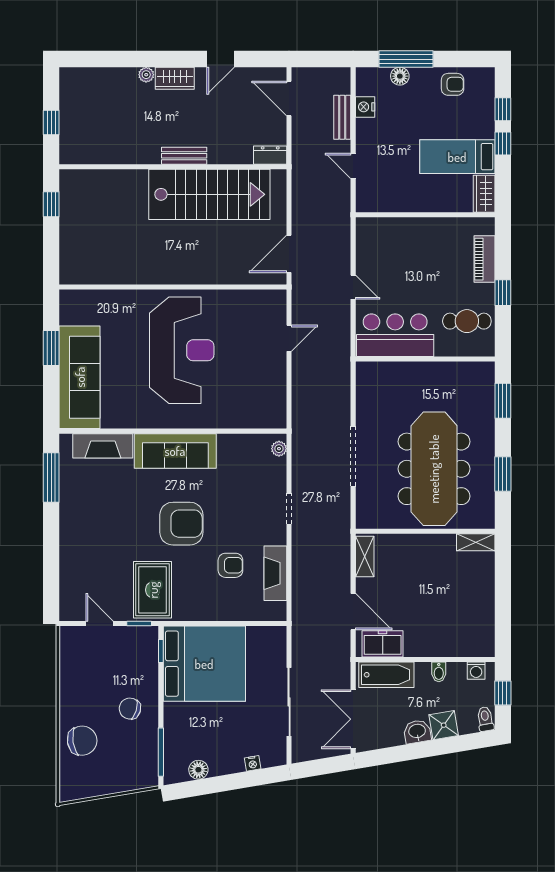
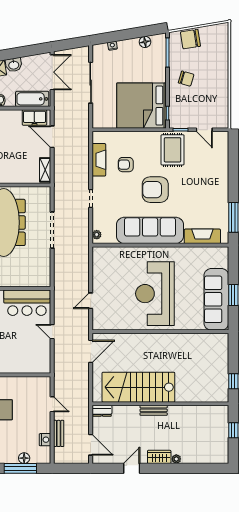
sofa: (80, 377) -> (216, 299), moved
sofa: (175, 451) -> (150, 230), width x1.36, depth x1.27
chair: (82, 741) -> (190, 39), moved

